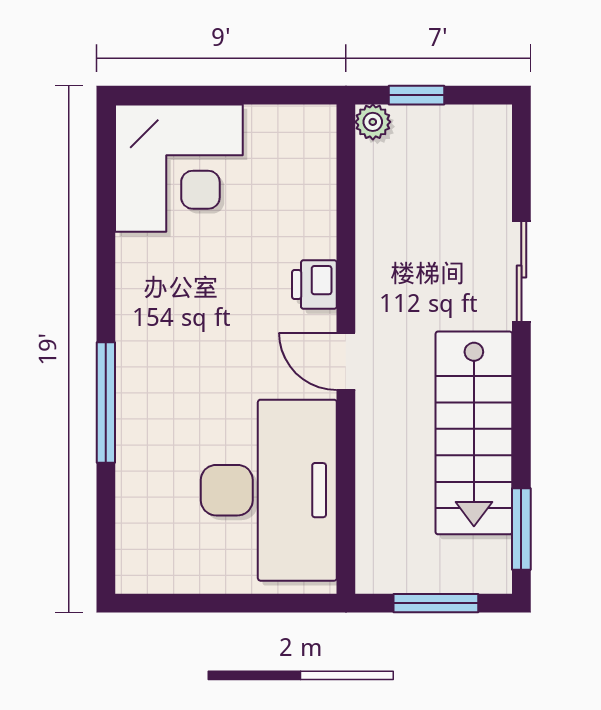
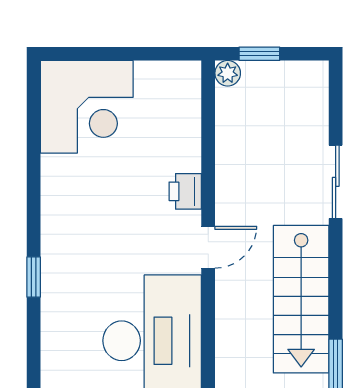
door: (346, 361) -> (208, 247), swing flipped
window: (106, 403) -> (34, 277), width x0.46

